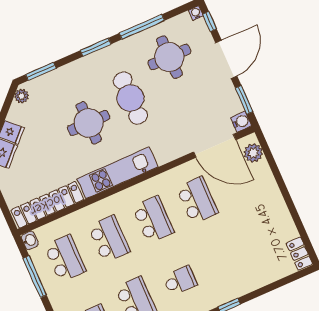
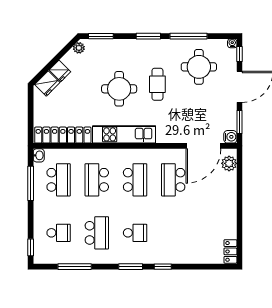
cafe table: (130, 98) -> (157, 84), width x0.73, depth x0.74
door: (215, 146) -> (203, 146), hinge flipped
school desk: (197, 200) -> (173, 180), turned 180
school desk: (109, 239) -> (97, 180), turned 180

